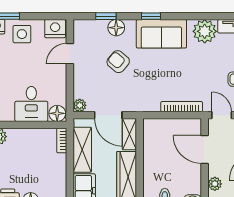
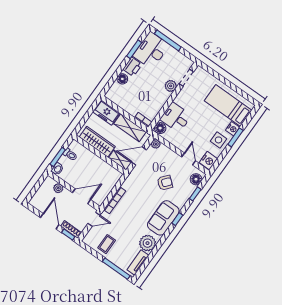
floor lamp: (116, 28) -> (196, 179), moved

